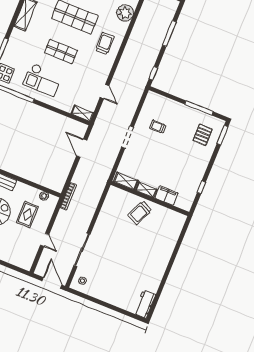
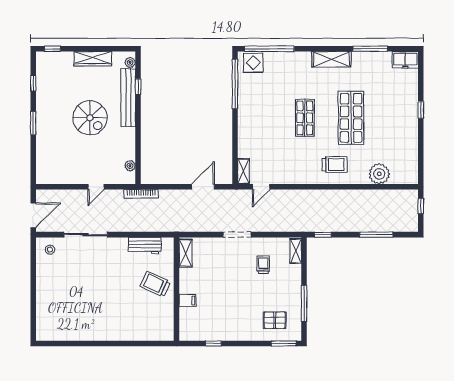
checkout: (43, 80) -> (264, 110), removed
door: (105, 92) -> (261, 187), moved
shelving: (146, 190) -> (296, 251), moved
filing cabinet: (166, 196) -> (188, 301), width x0.50
rug: (27, 215) -> (101, 155), removed
door: (45, 240) -> (96, 187), moved
workbench: (145, 304) -> (145, 246), moved, turned 180

